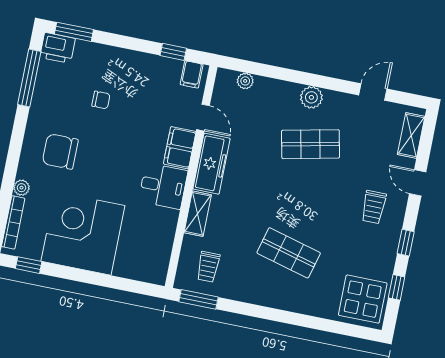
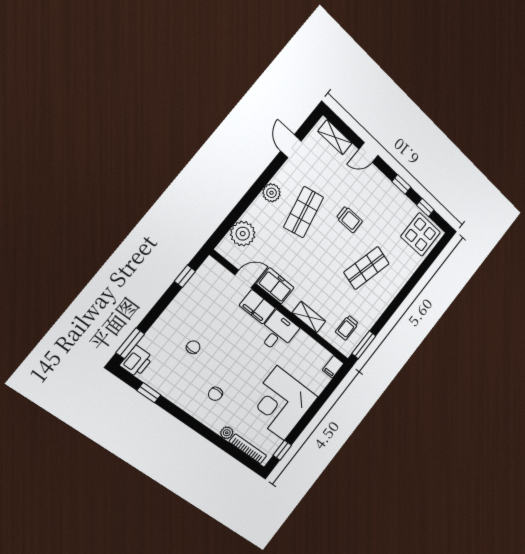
filing cabinet: (192, 74) -> (333, 367), moved, turned 90
window: (29, 78) -> (149, 393), width x0.46
plant: (245, 81) -> (243, 234), width x1.88, depth x1.88
chair: (60, 151) -> (215, 394), width x0.54, depth x0.54
freezer: (212, 164) -> (275, 286), width x0.71
trolley: (374, 207) -> (349, 219), moved
trolley: (208, 267) -> (347, 328), turned 90

